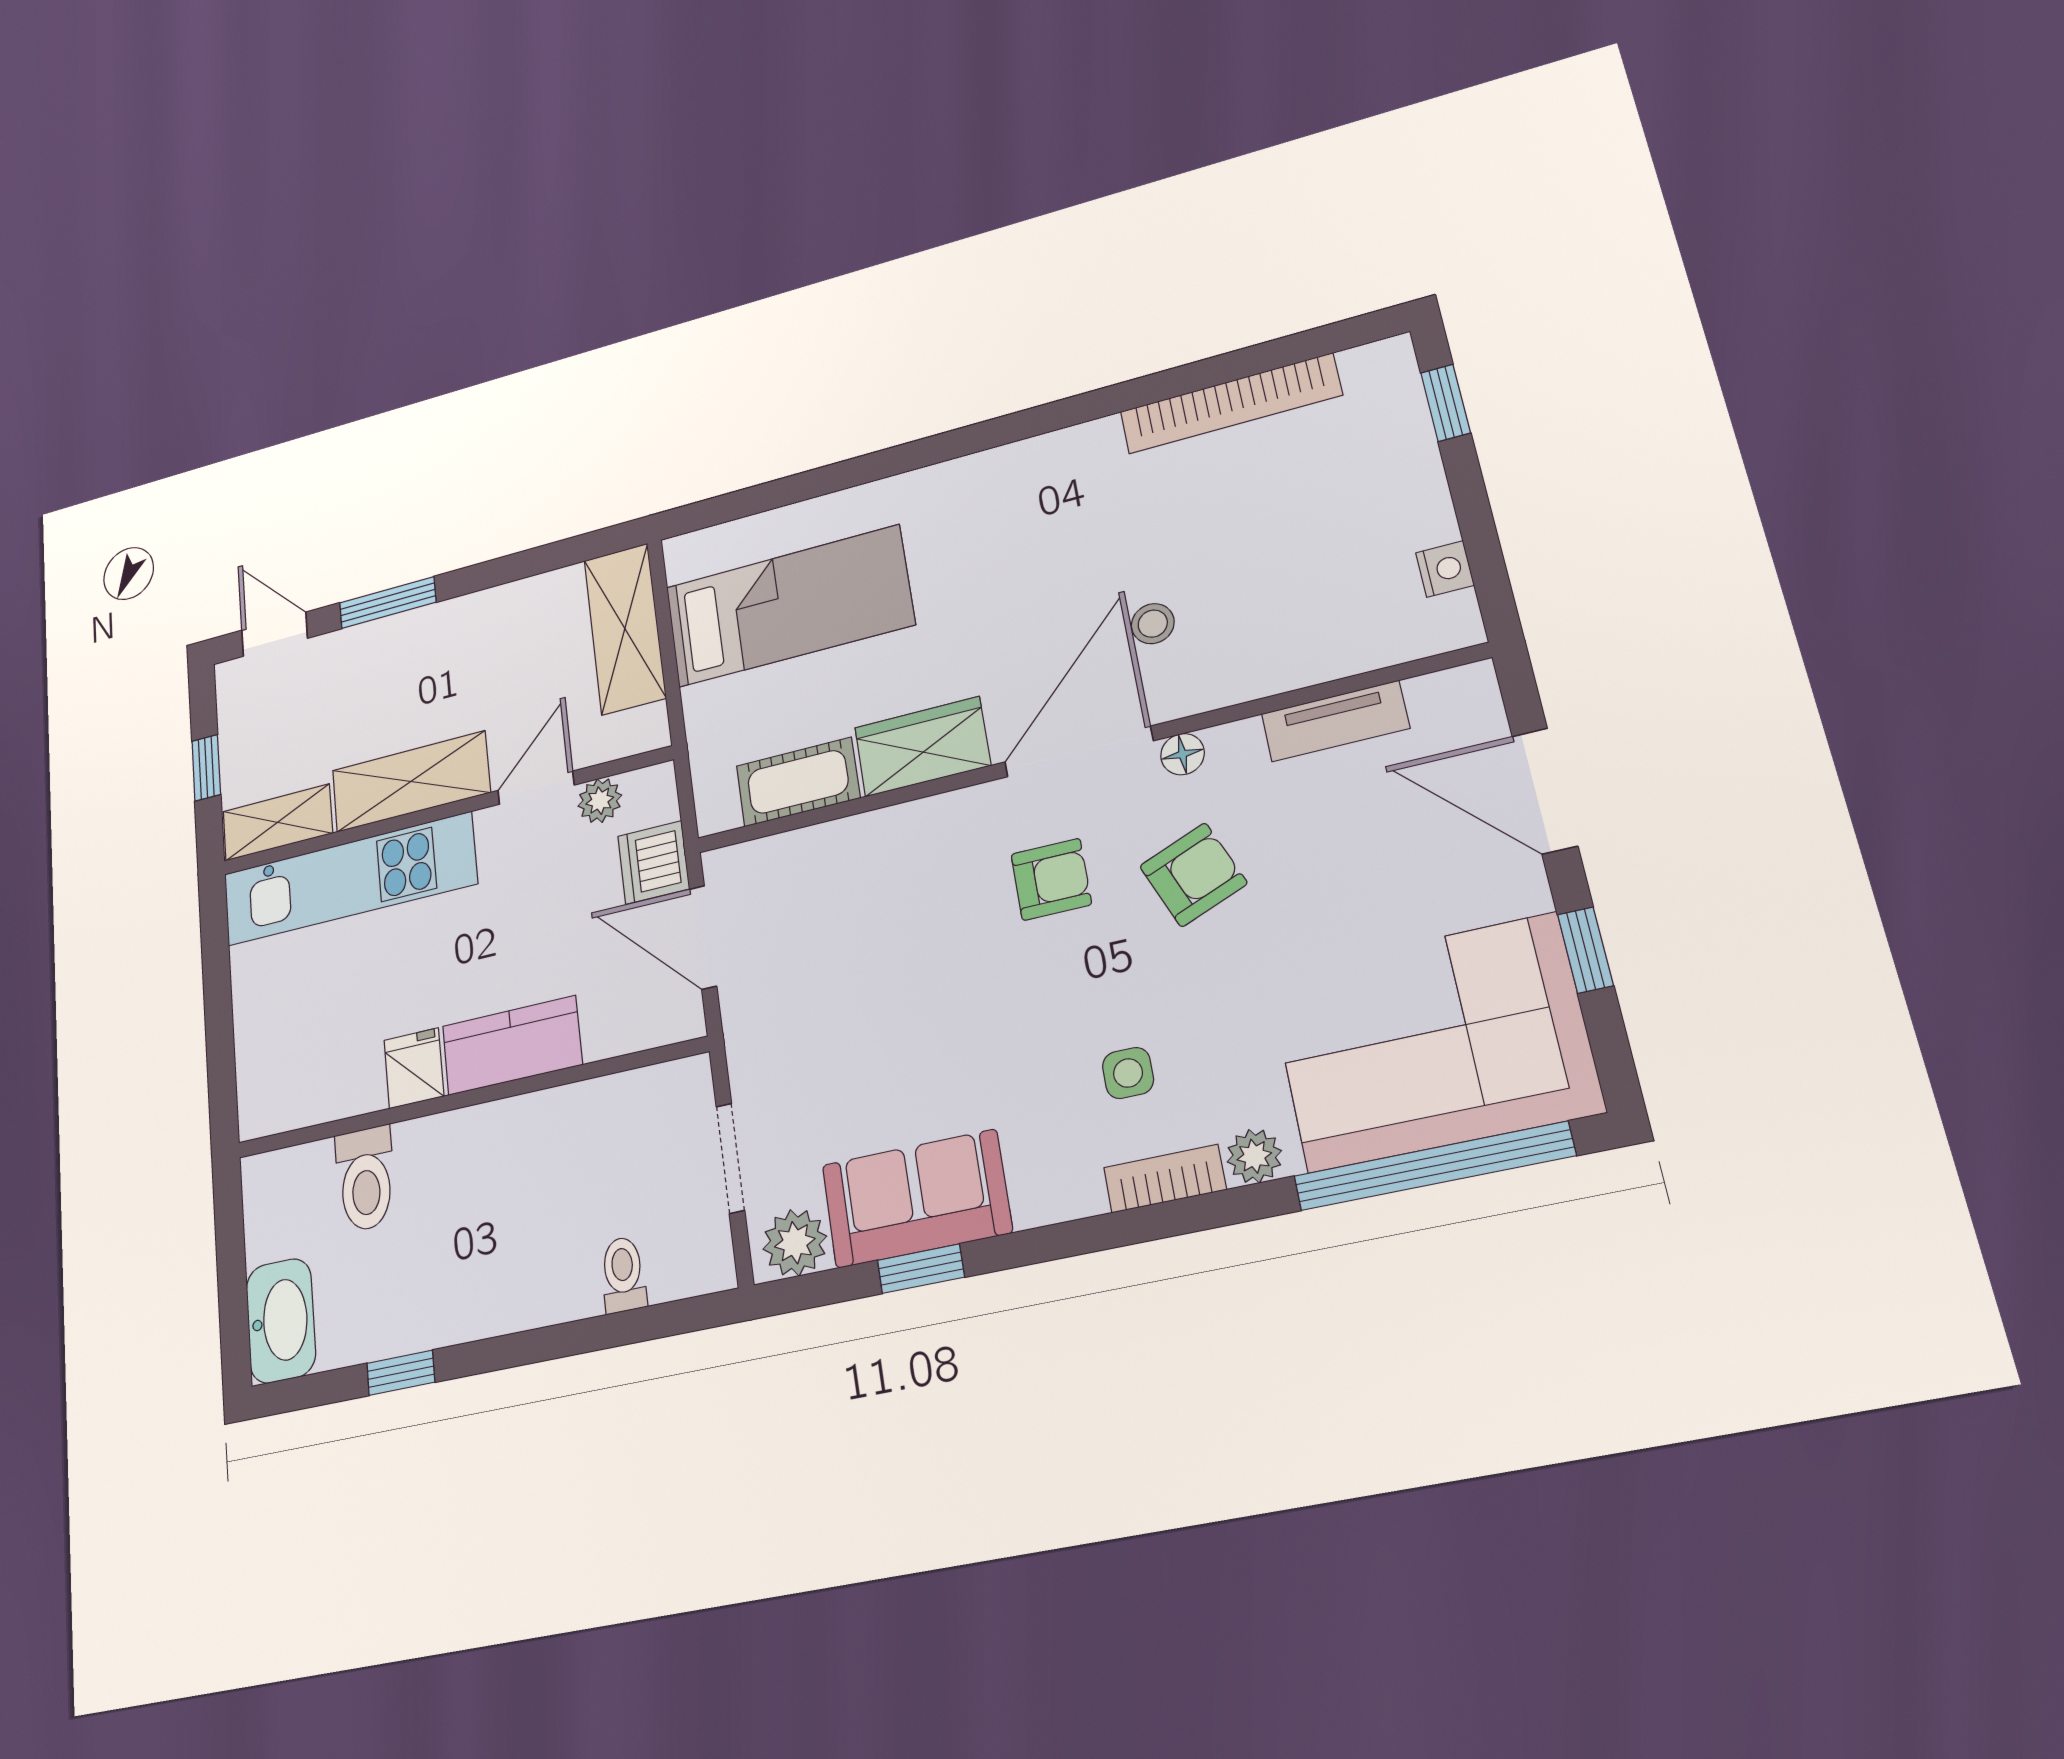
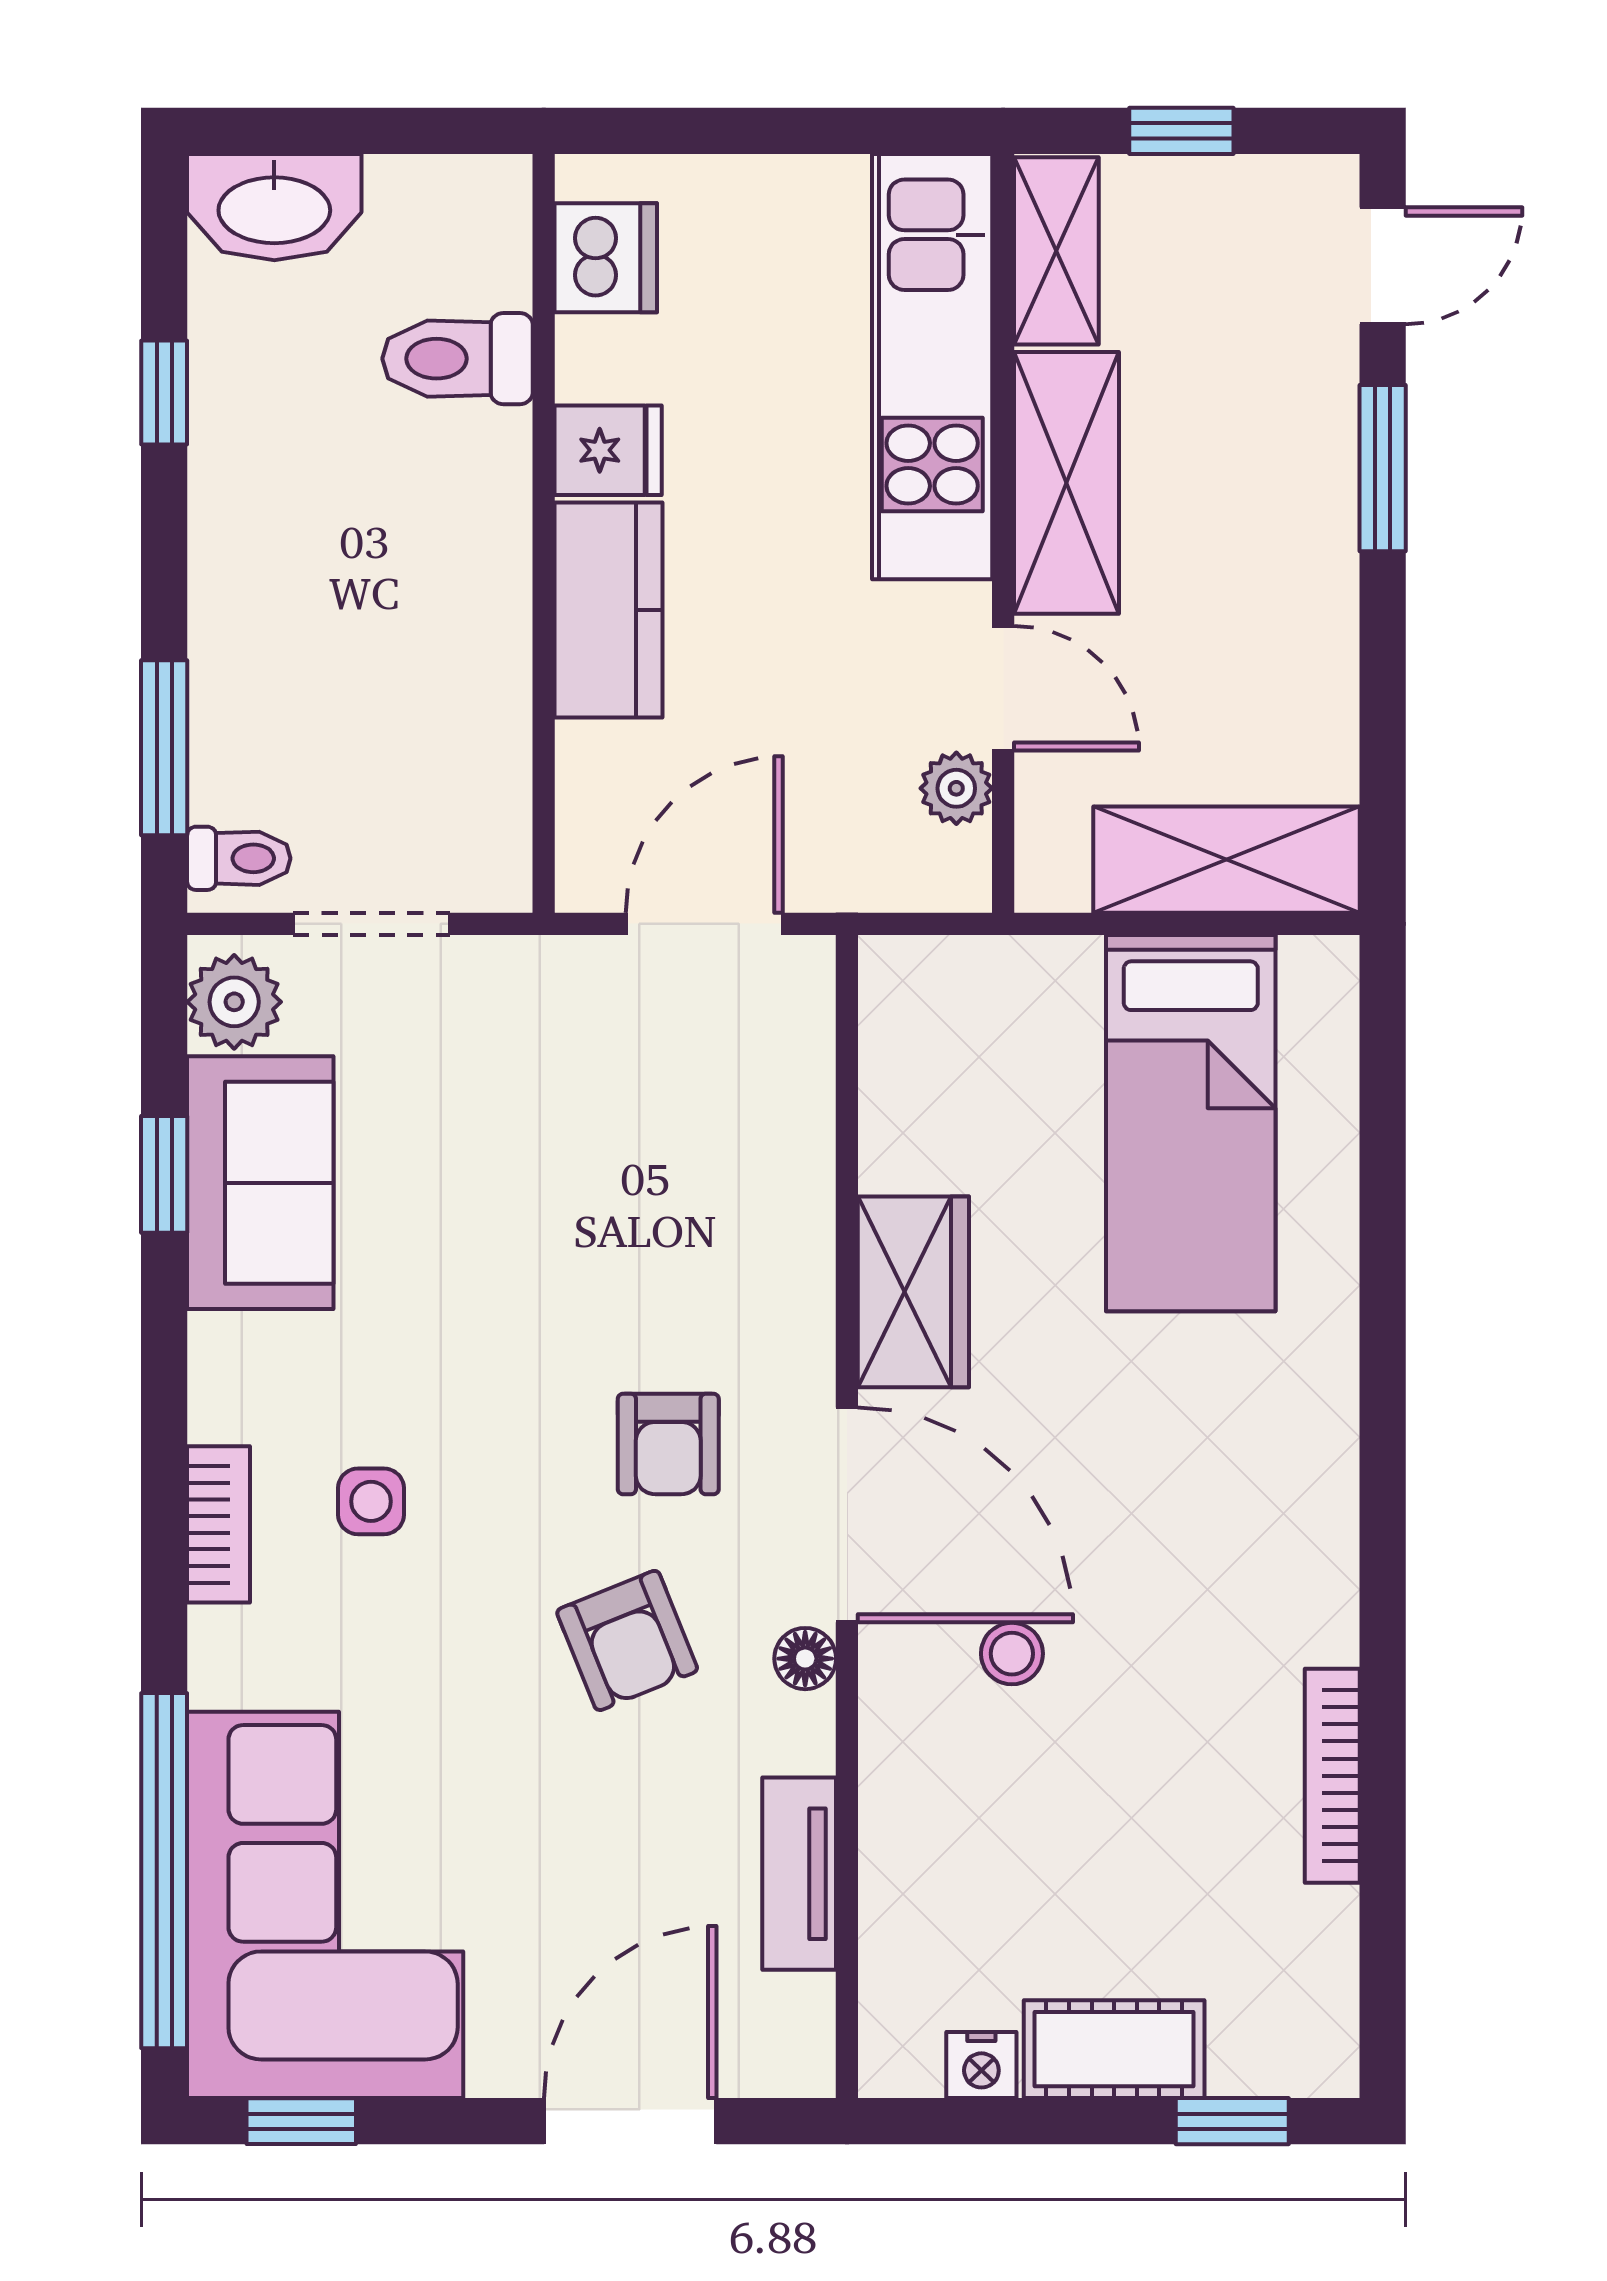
bookcase: (1230, 403) -> (1332, 1776), width x0.68, depth x0.76
cot: (798, 782) -> (1114, 2049), moved, turned 90
dishwasher: (654, 862) -> (606, 258), moved, turned 90
window: (1585, 950) -> (301, 2121), moved
plant: (1254, 1156) -> (224, 1647), removed
toilet: (623, 1275) -> (239, 858), moved
window: (630, 1327) -> (164, 748), added

